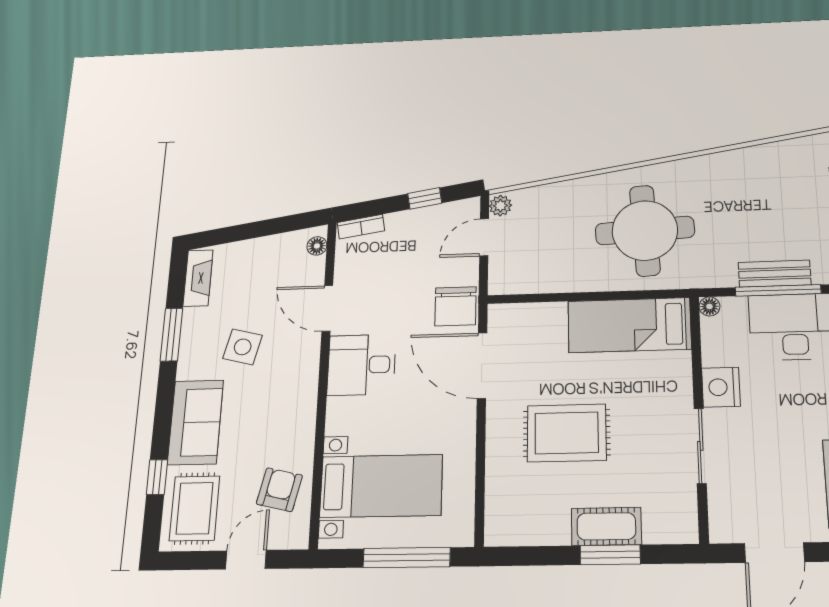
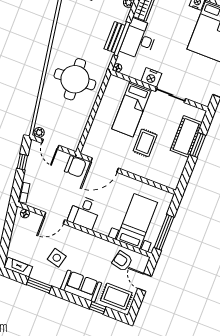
bed: (629, 325) -> (131, 109), moved
rug: (567, 433) -> (145, 143), width x0.73, depth x0.70
cot: (606, 526) -> (186, 137), width x1.37, depth x1.34
window: (407, 558) -> (164, 232), moved

